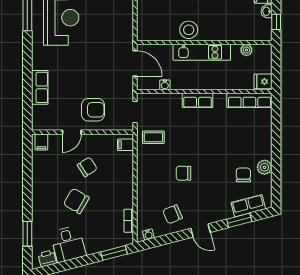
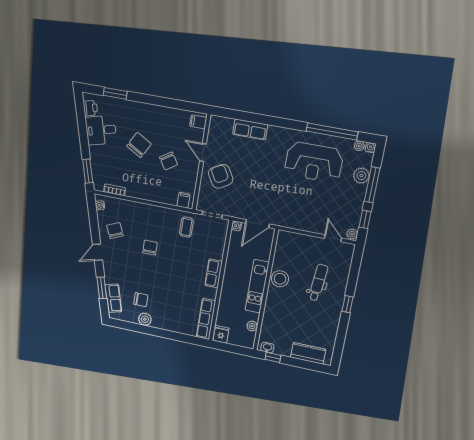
washbasin: (267, 11) -> (267, 348), moved
water cooler: (165, 85) -> (236, 226), moved
armchair: (93, 110) -> (221, 176), turned 150

